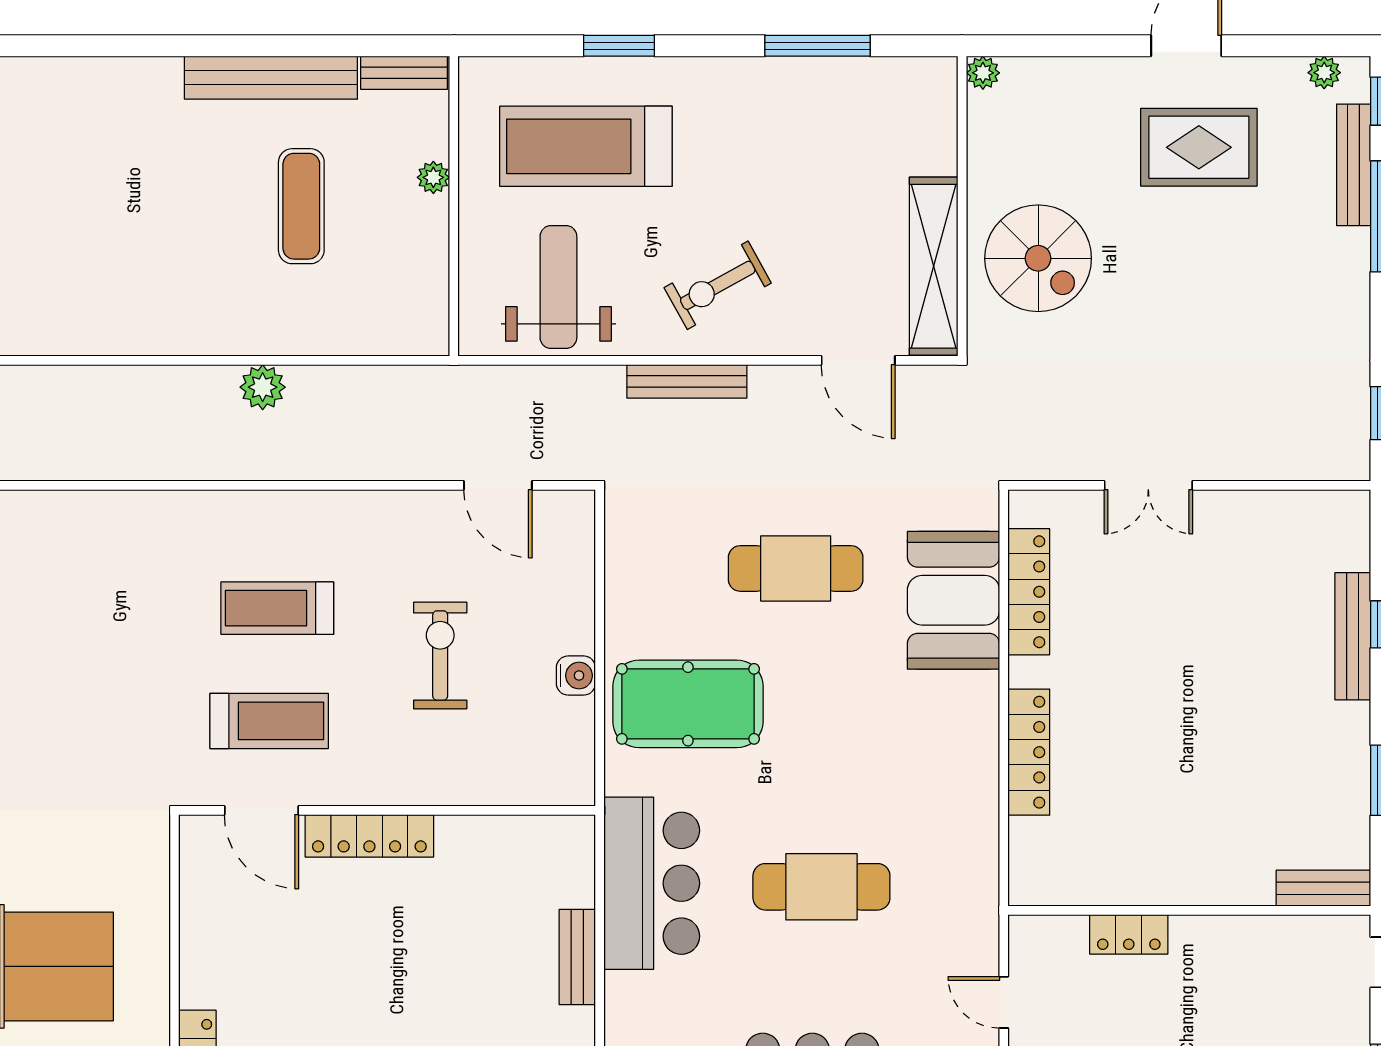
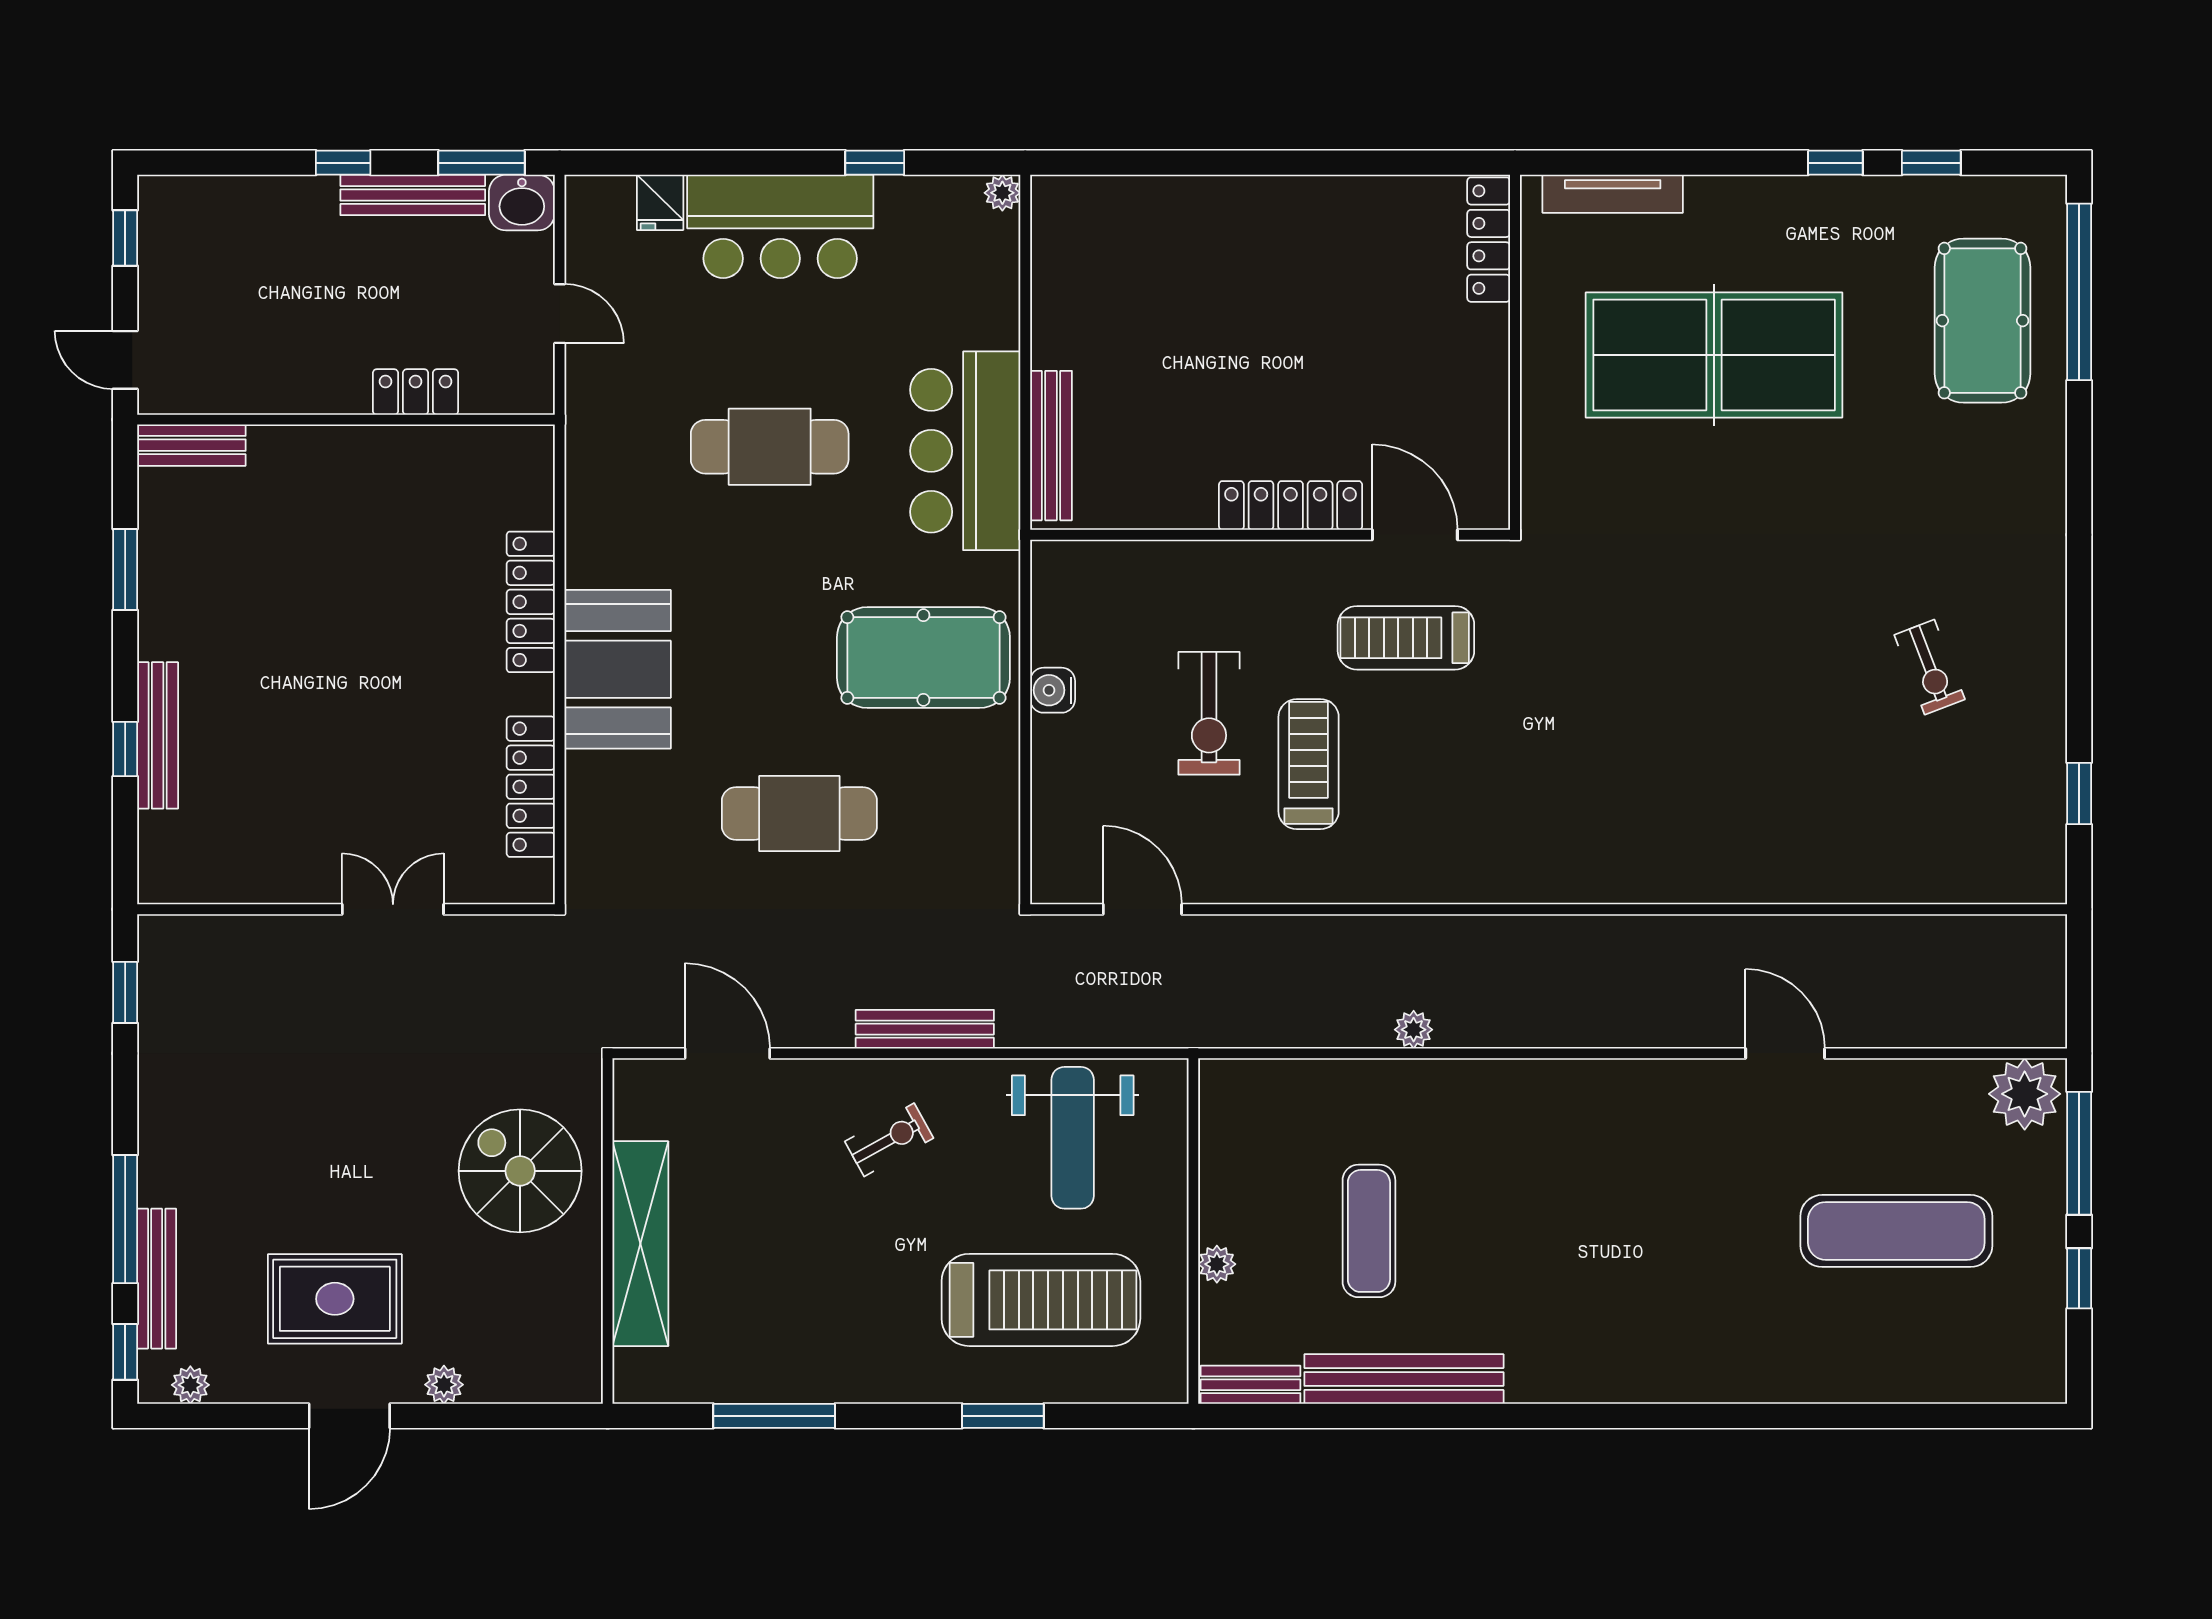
plant: (983, 73) -> (444, 1385), moved
shelving: (934, 266) -> (640, 1244), moved
exercise bike: (718, 285) -> (889, 1140), width x0.73, depth x0.72
plant: (263, 387) -> (1414, 1030), width x0.73, depth x0.73
booth: (953, 600) -> (618, 669), moved
treadmill: (277, 608) -> (1309, 764), moved, turned -90
bench: (577, 957) -> (1051, 446), moved, width x1.36

